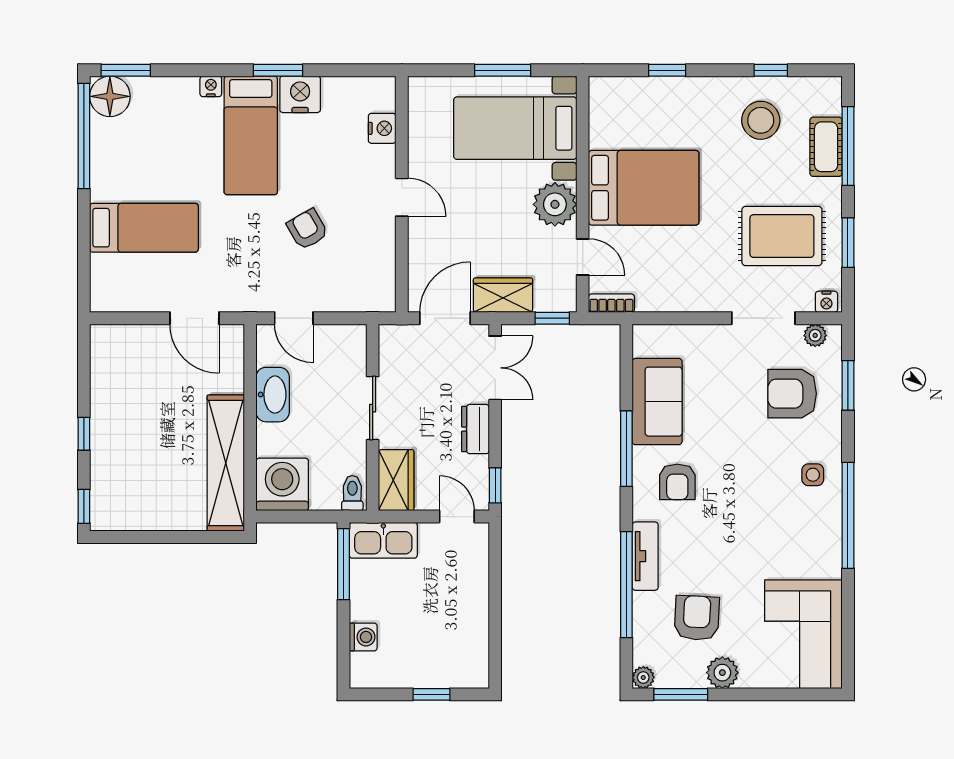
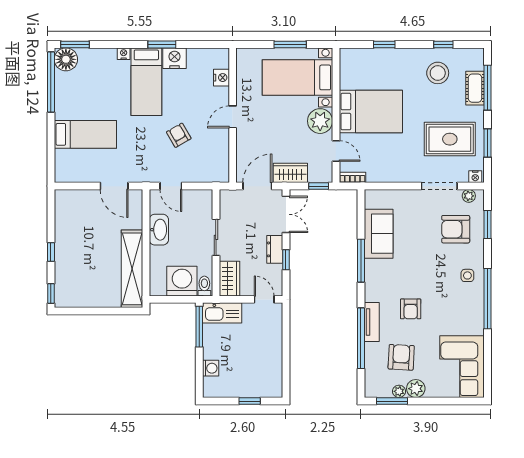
door: (402, 197) -> (233, 117), swing flipped
armchair: (677, 482) -> (411, 309), moved
washing machine: (282, 484) -> (182, 281), moved
window: (495, 485) -> (286, 260), moved
plant: (643, 677) -> (399, 391), moved

